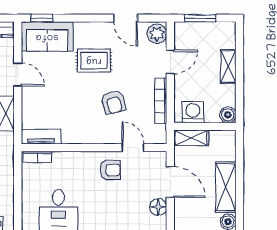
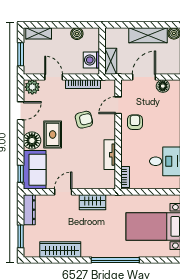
floor lamp: (86, 33) -> (32, 141), added
shelving: (228, 67) -> (39, 33), moved
boiler: (228, 115) -> (77, 34), moved
tv unit: (41, 137) -> (110, 155), moved

